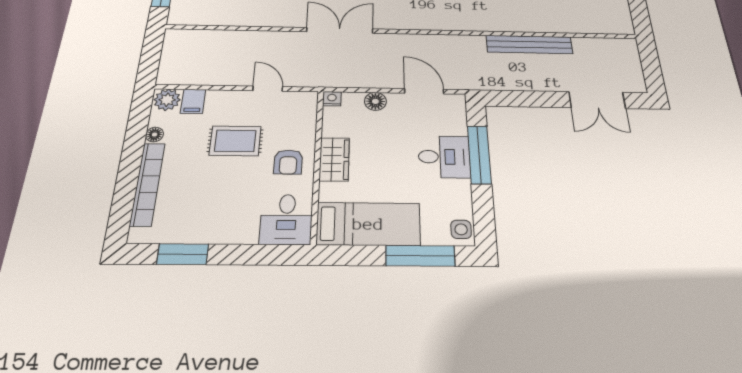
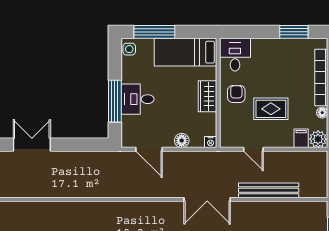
bench: (529, 44) -> (269, 190), moved

